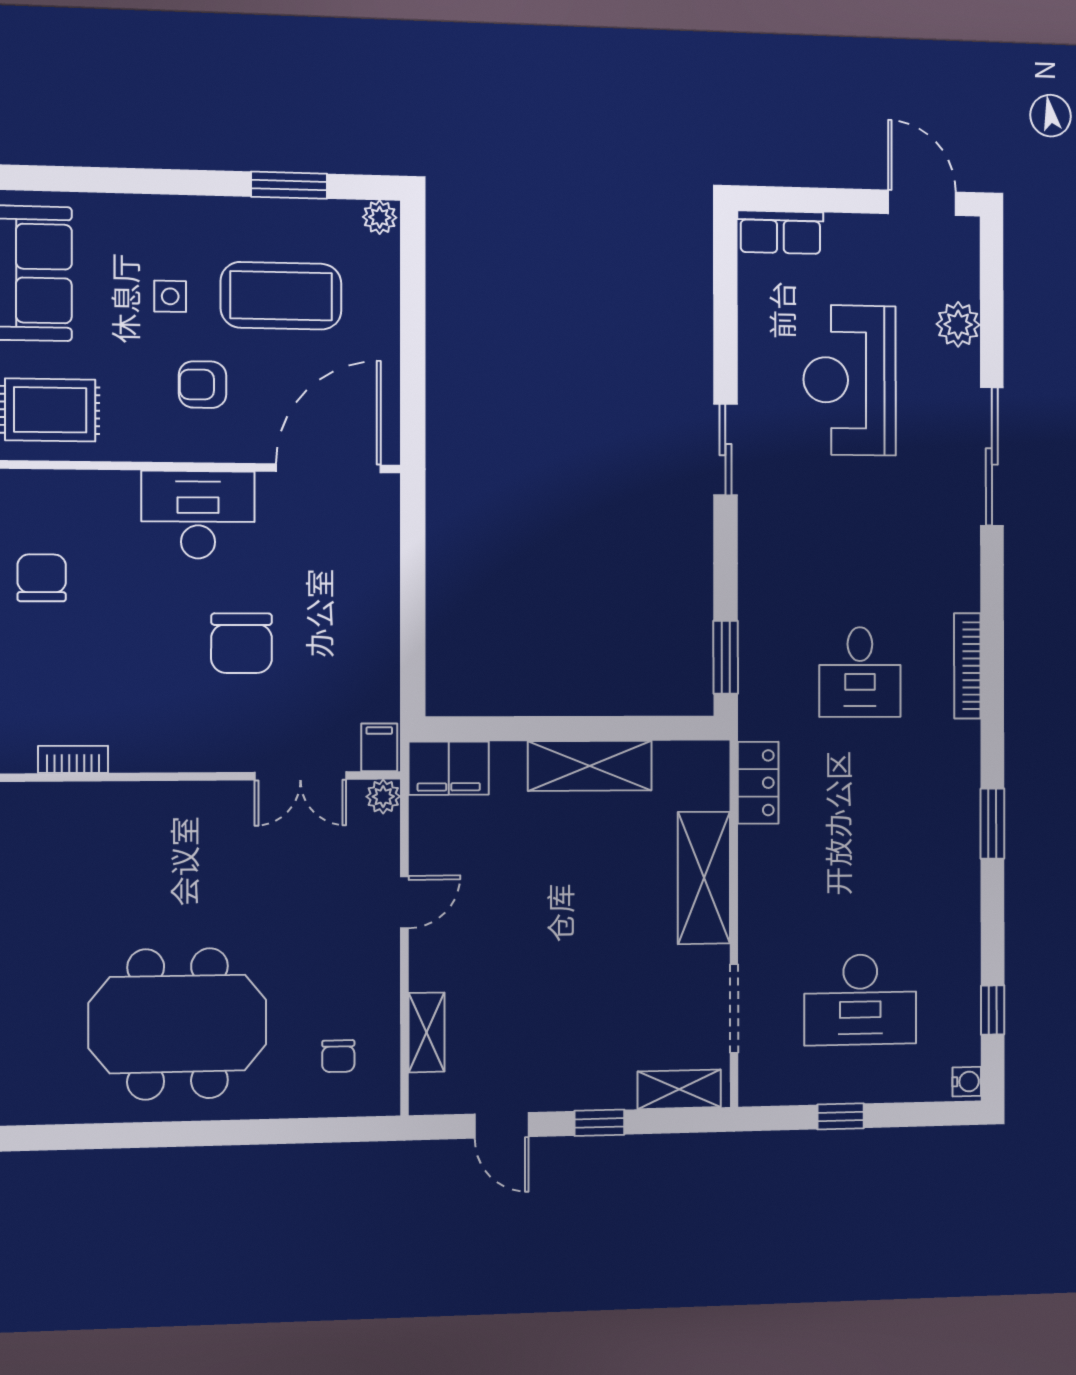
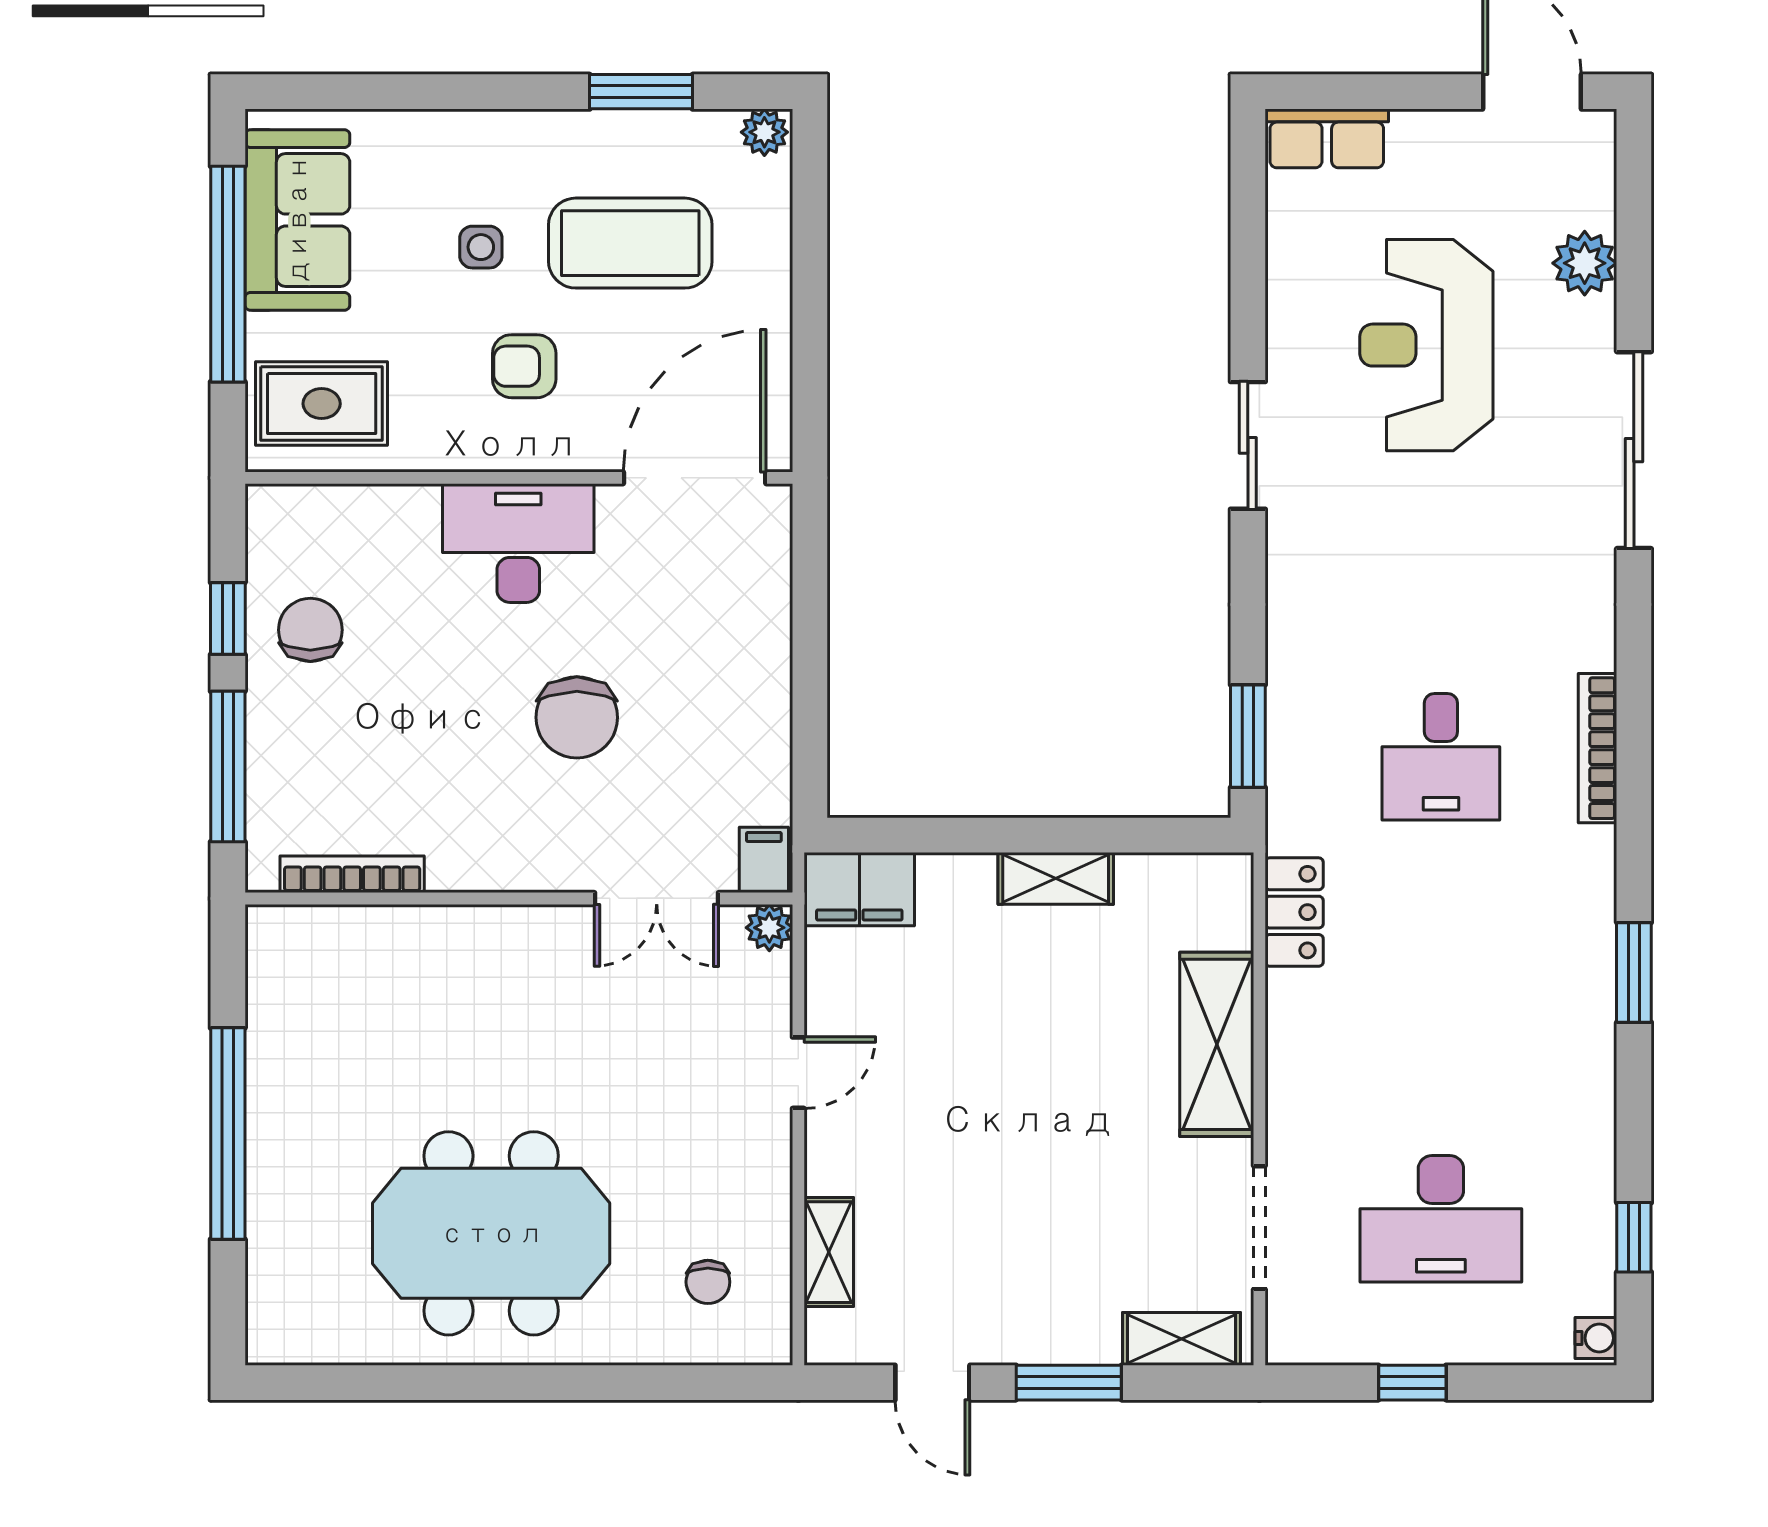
bookcase: (73, 759) -> (352, 874), width x1.56
shelving: (590, 766) -> (1056, 878), width x0.67, depth x0.75
window: (599, 1123) -> (1069, 1383), width x1.50

